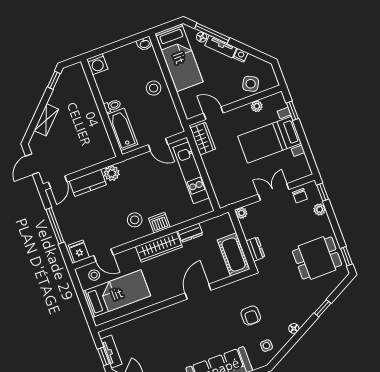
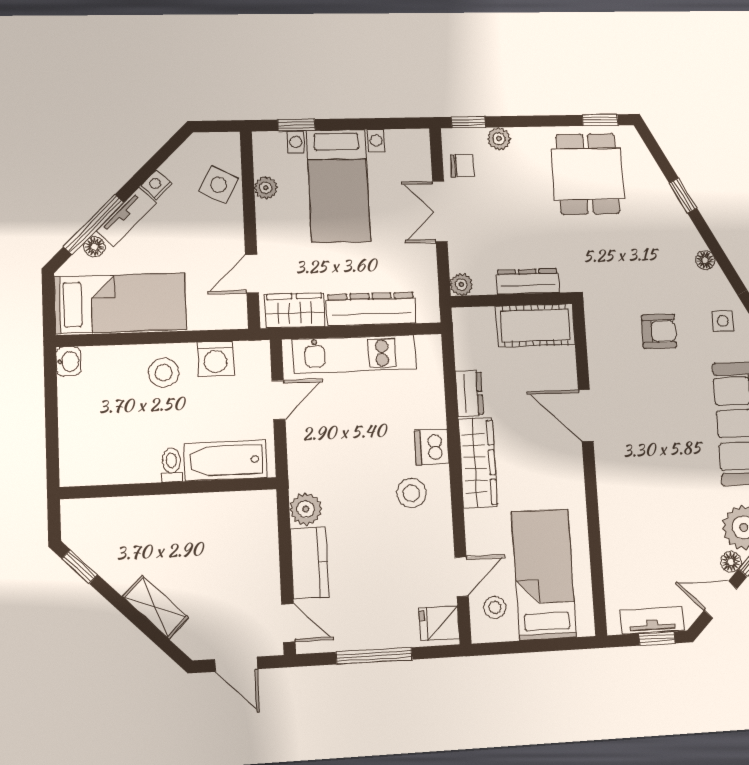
washing machine: (97, 64) -> (216, 359), moved, turned 90
dresser: (215, 174) -> (371, 309), added
dresser: (255, 249) -> (528, 281), width x1.44

